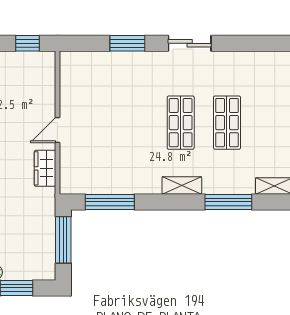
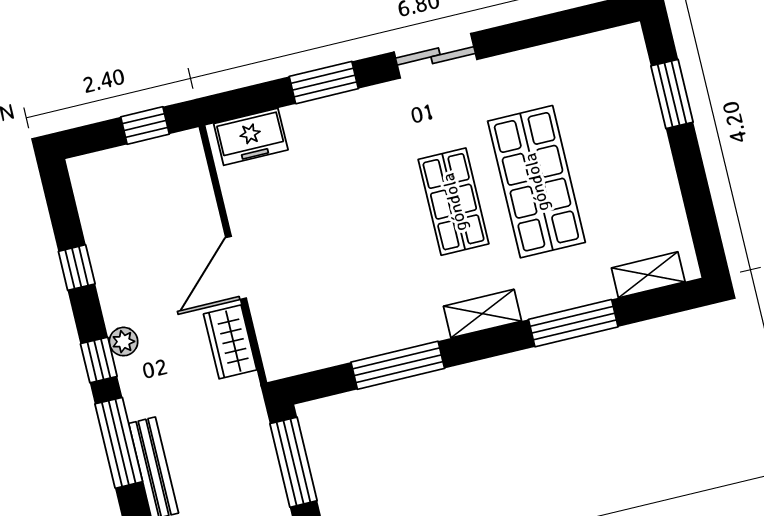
freezer: (82, 63) -> (251, 137), added
shop shelf: (227, 123) -> (536, 182), width x1.43, depth x1.36
door: (57, 130) -> (236, 268), width x1.38
window: (110, 202) -> (398, 365), moved

